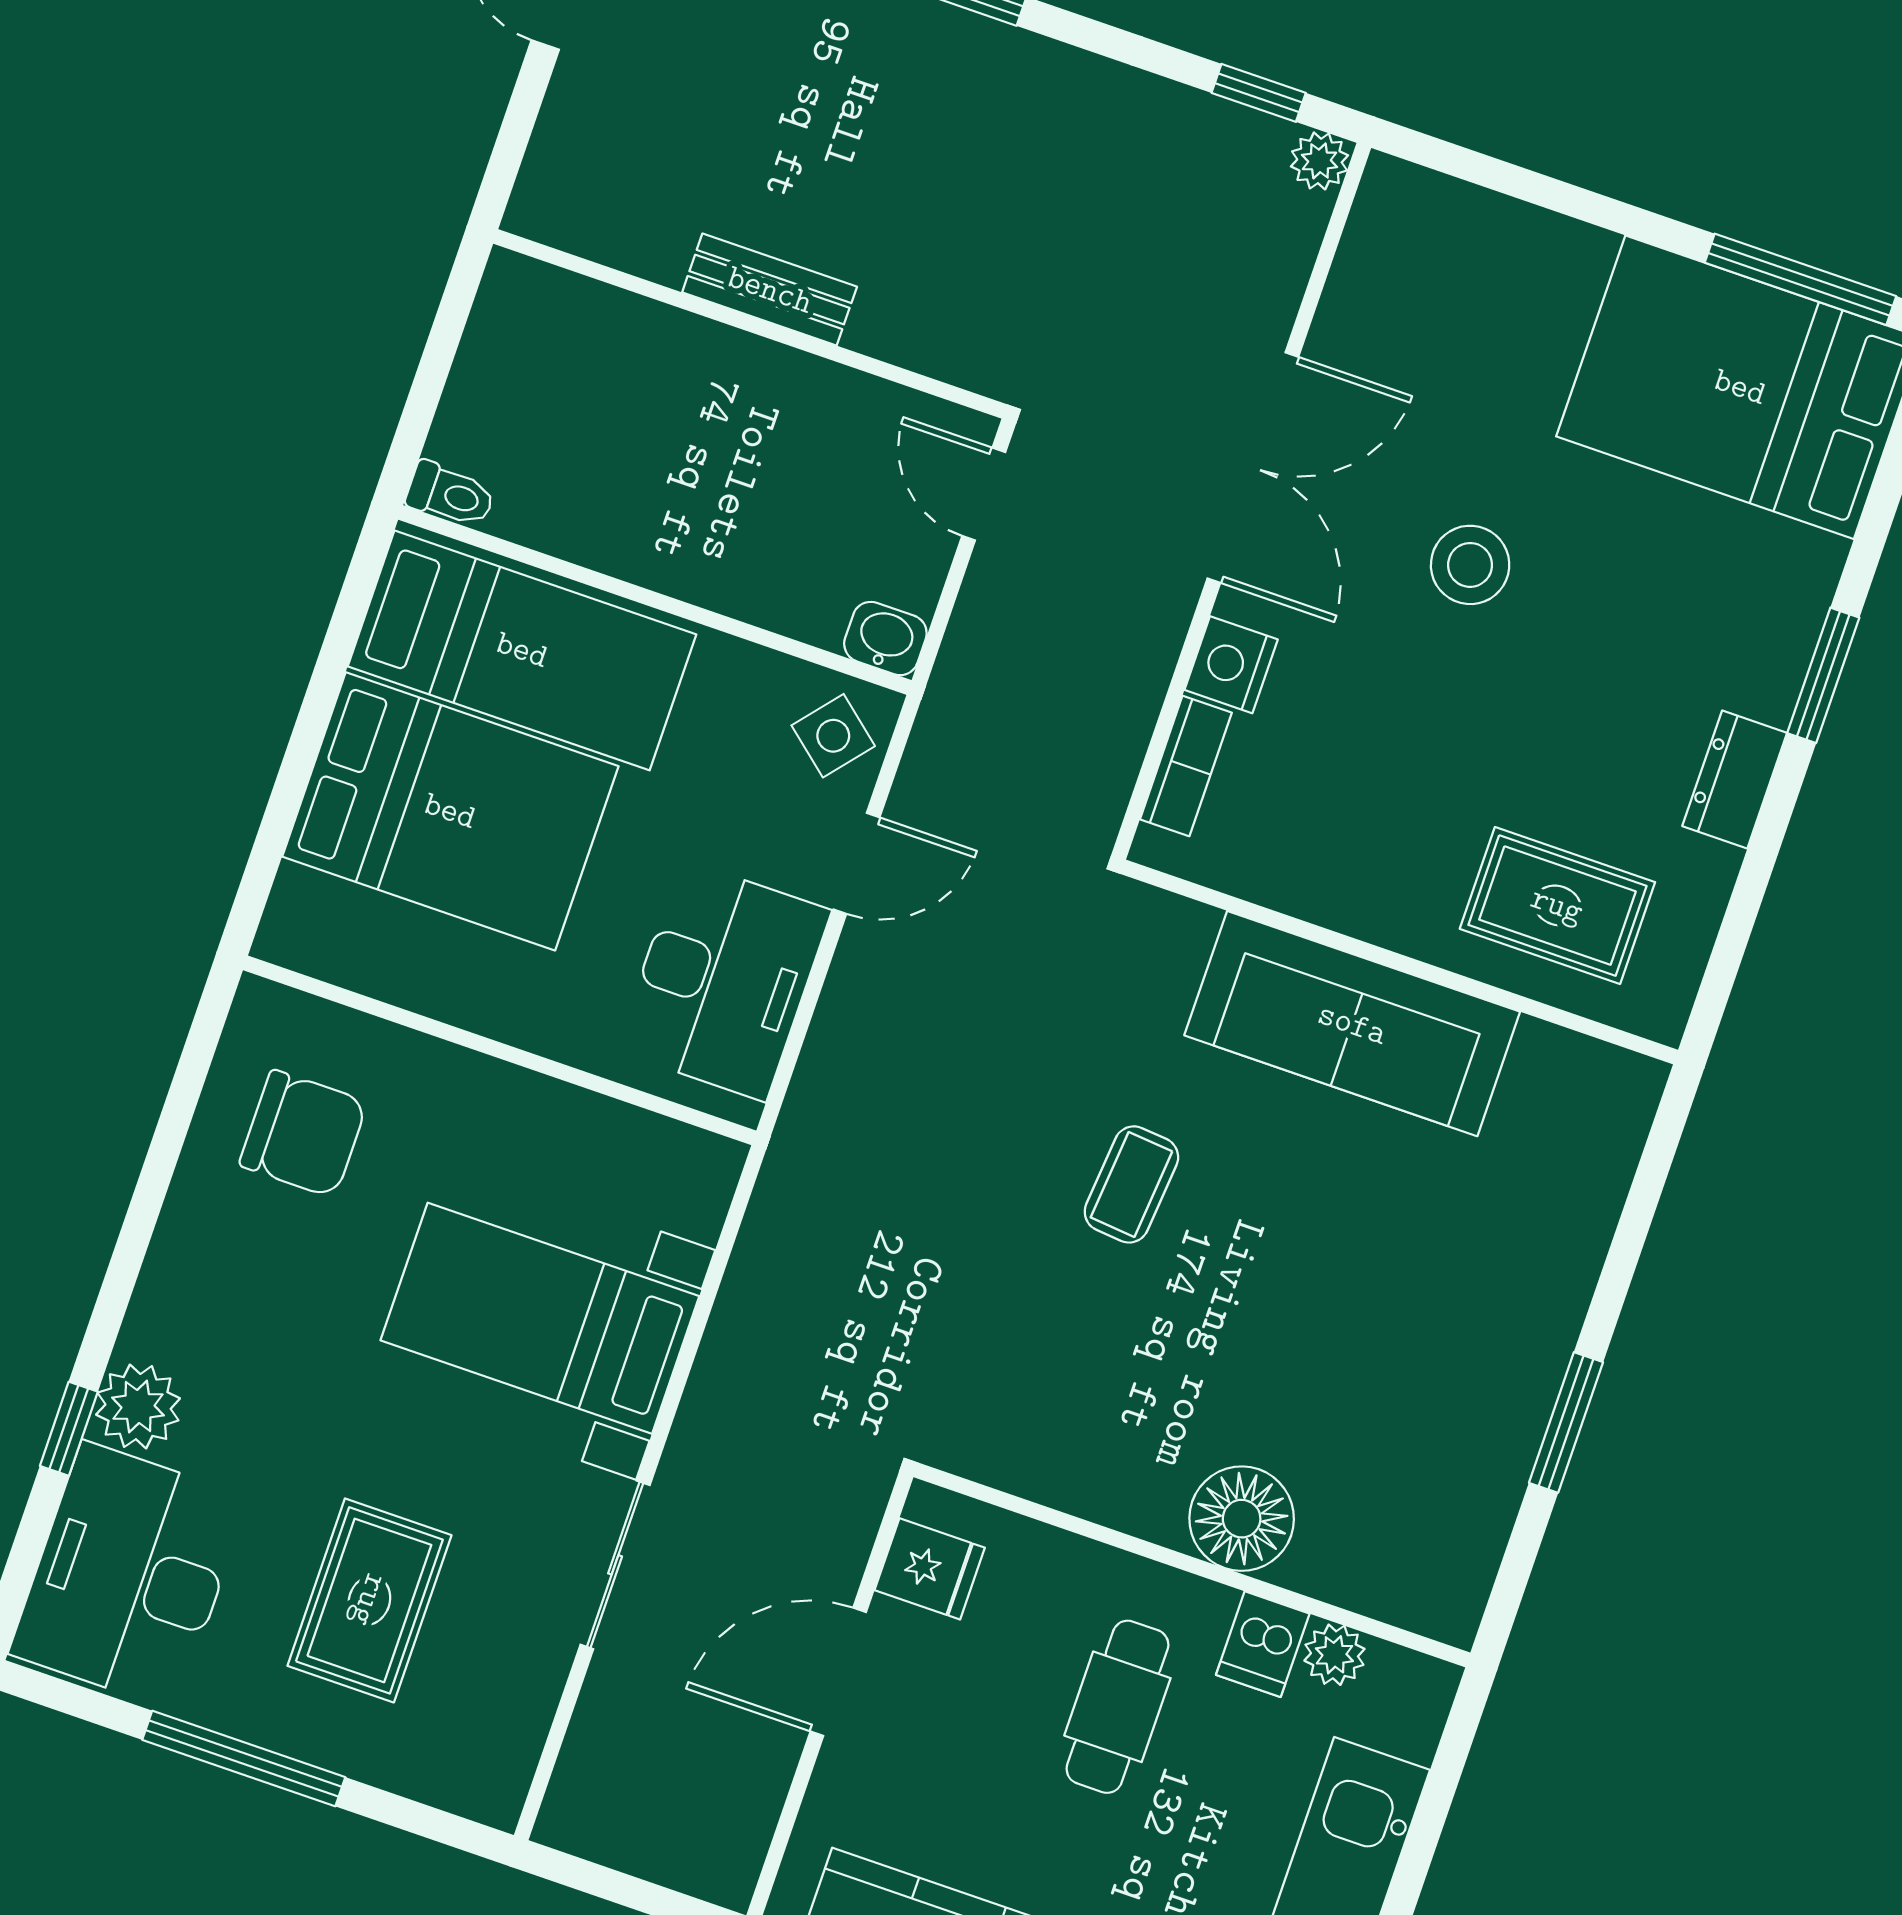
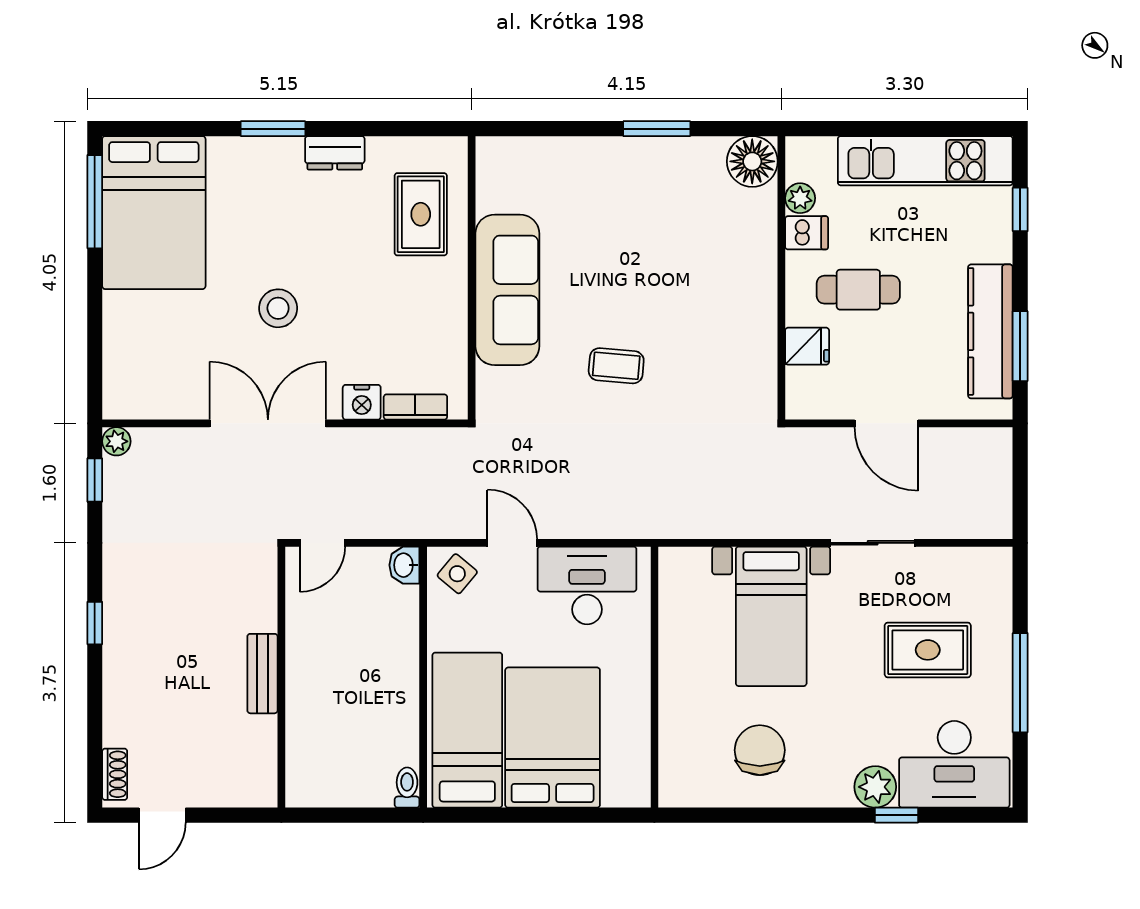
chair: (303, 1134) -> (760, 750), moved
floor lamp: (1242, 1519) -> (752, 161), moved
fridge: (930, 1569) -> (807, 346), moved, turned 90

